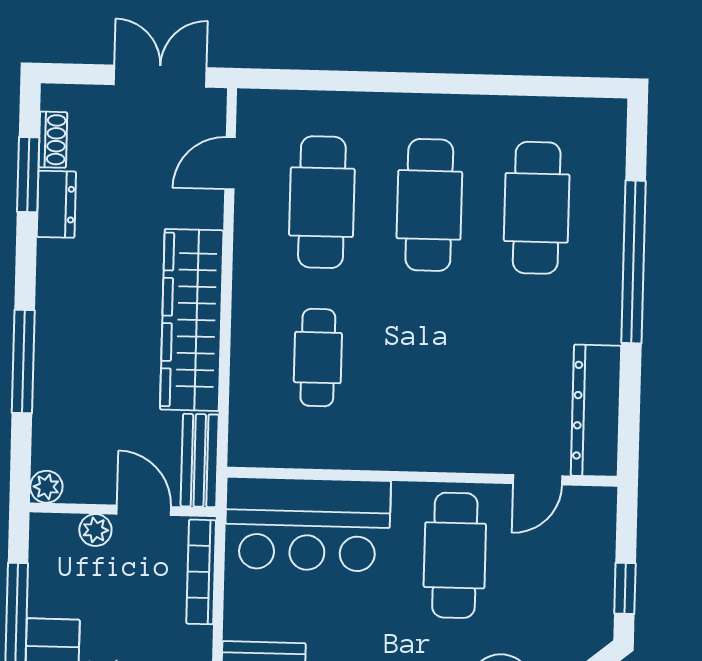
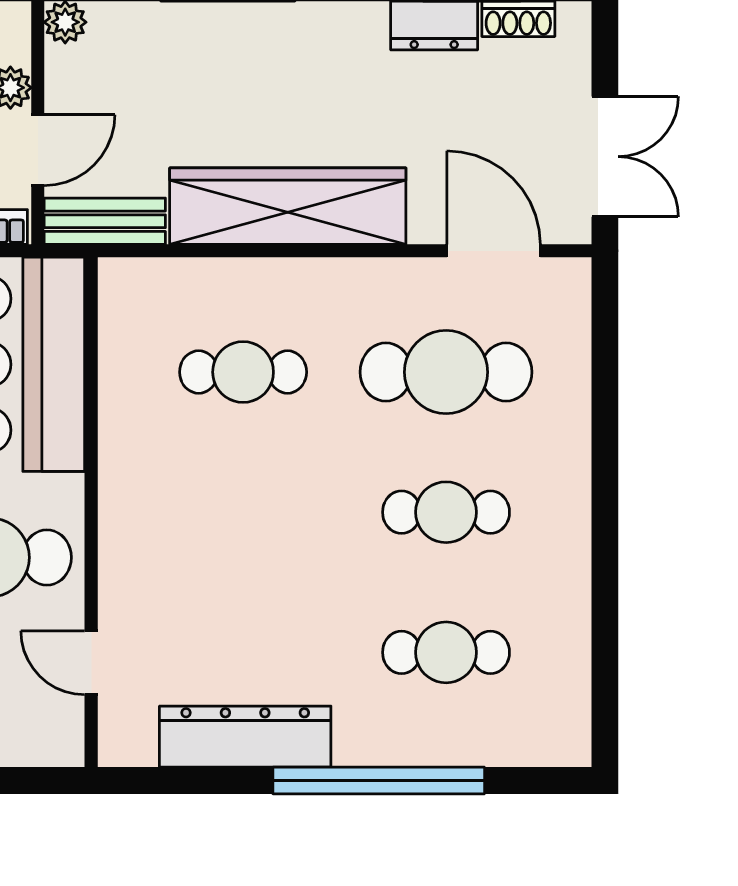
door: (230, 163) -> (494, 251), width x1.38
cafe table: (429, 205) -> (446, 512), width x0.73, depth x0.74
cafe table: (537, 208) -> (446, 652), width x0.73, depth x0.74
dresser: (596, 411) -> (245, 737), moved

